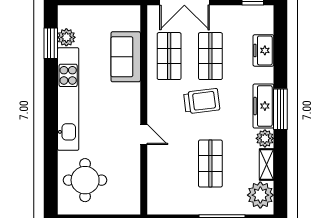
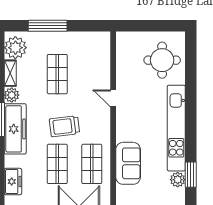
freezer: (263, 50) -> (13, 182), moved
freezer: (263, 106) -> (15, 129), width x1.36, depth x1.26

